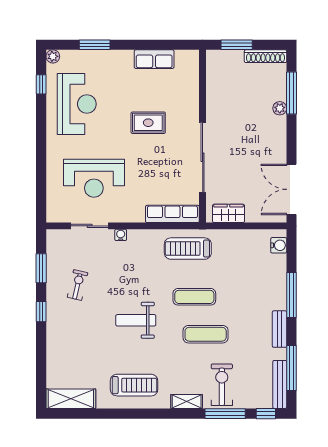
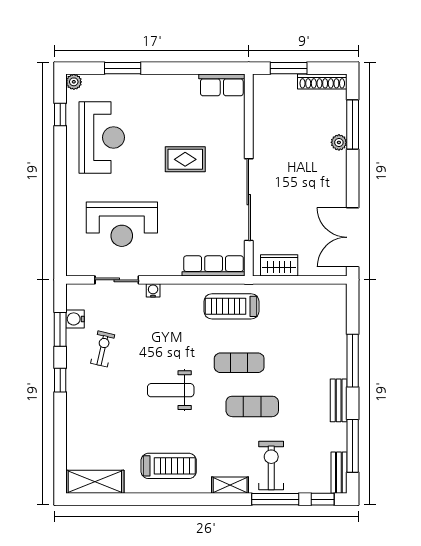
row of seats: (154, 59) -> (222, 85), moved
water cooler: (279, 245) -> (75, 319), moved, turned 180
bench: (280, 384) -> (339, 473), width x0.73

